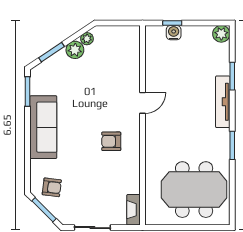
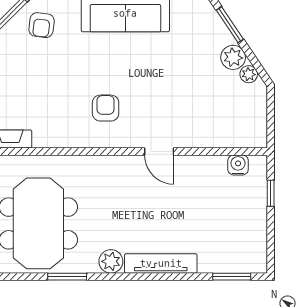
water cooler: (174, 33) -> (238, 165), moved, turned -90
plant: (221, 34) -> (111, 261), moved
window: (232, 76) -> (232, 277), moved
window: (232, 145) -> (67, 277), moved

